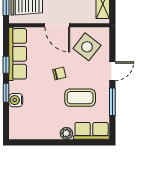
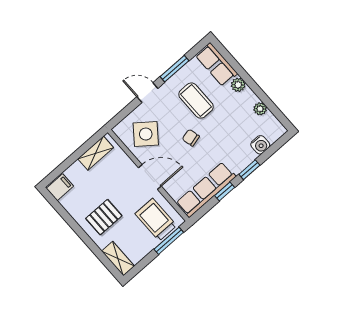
door: (57, 25) -> (150, 177), hinge flipped
water cooler: (16, 100) -> (260, 145), moved
plant: (39, 134) -> (260, 109), added

